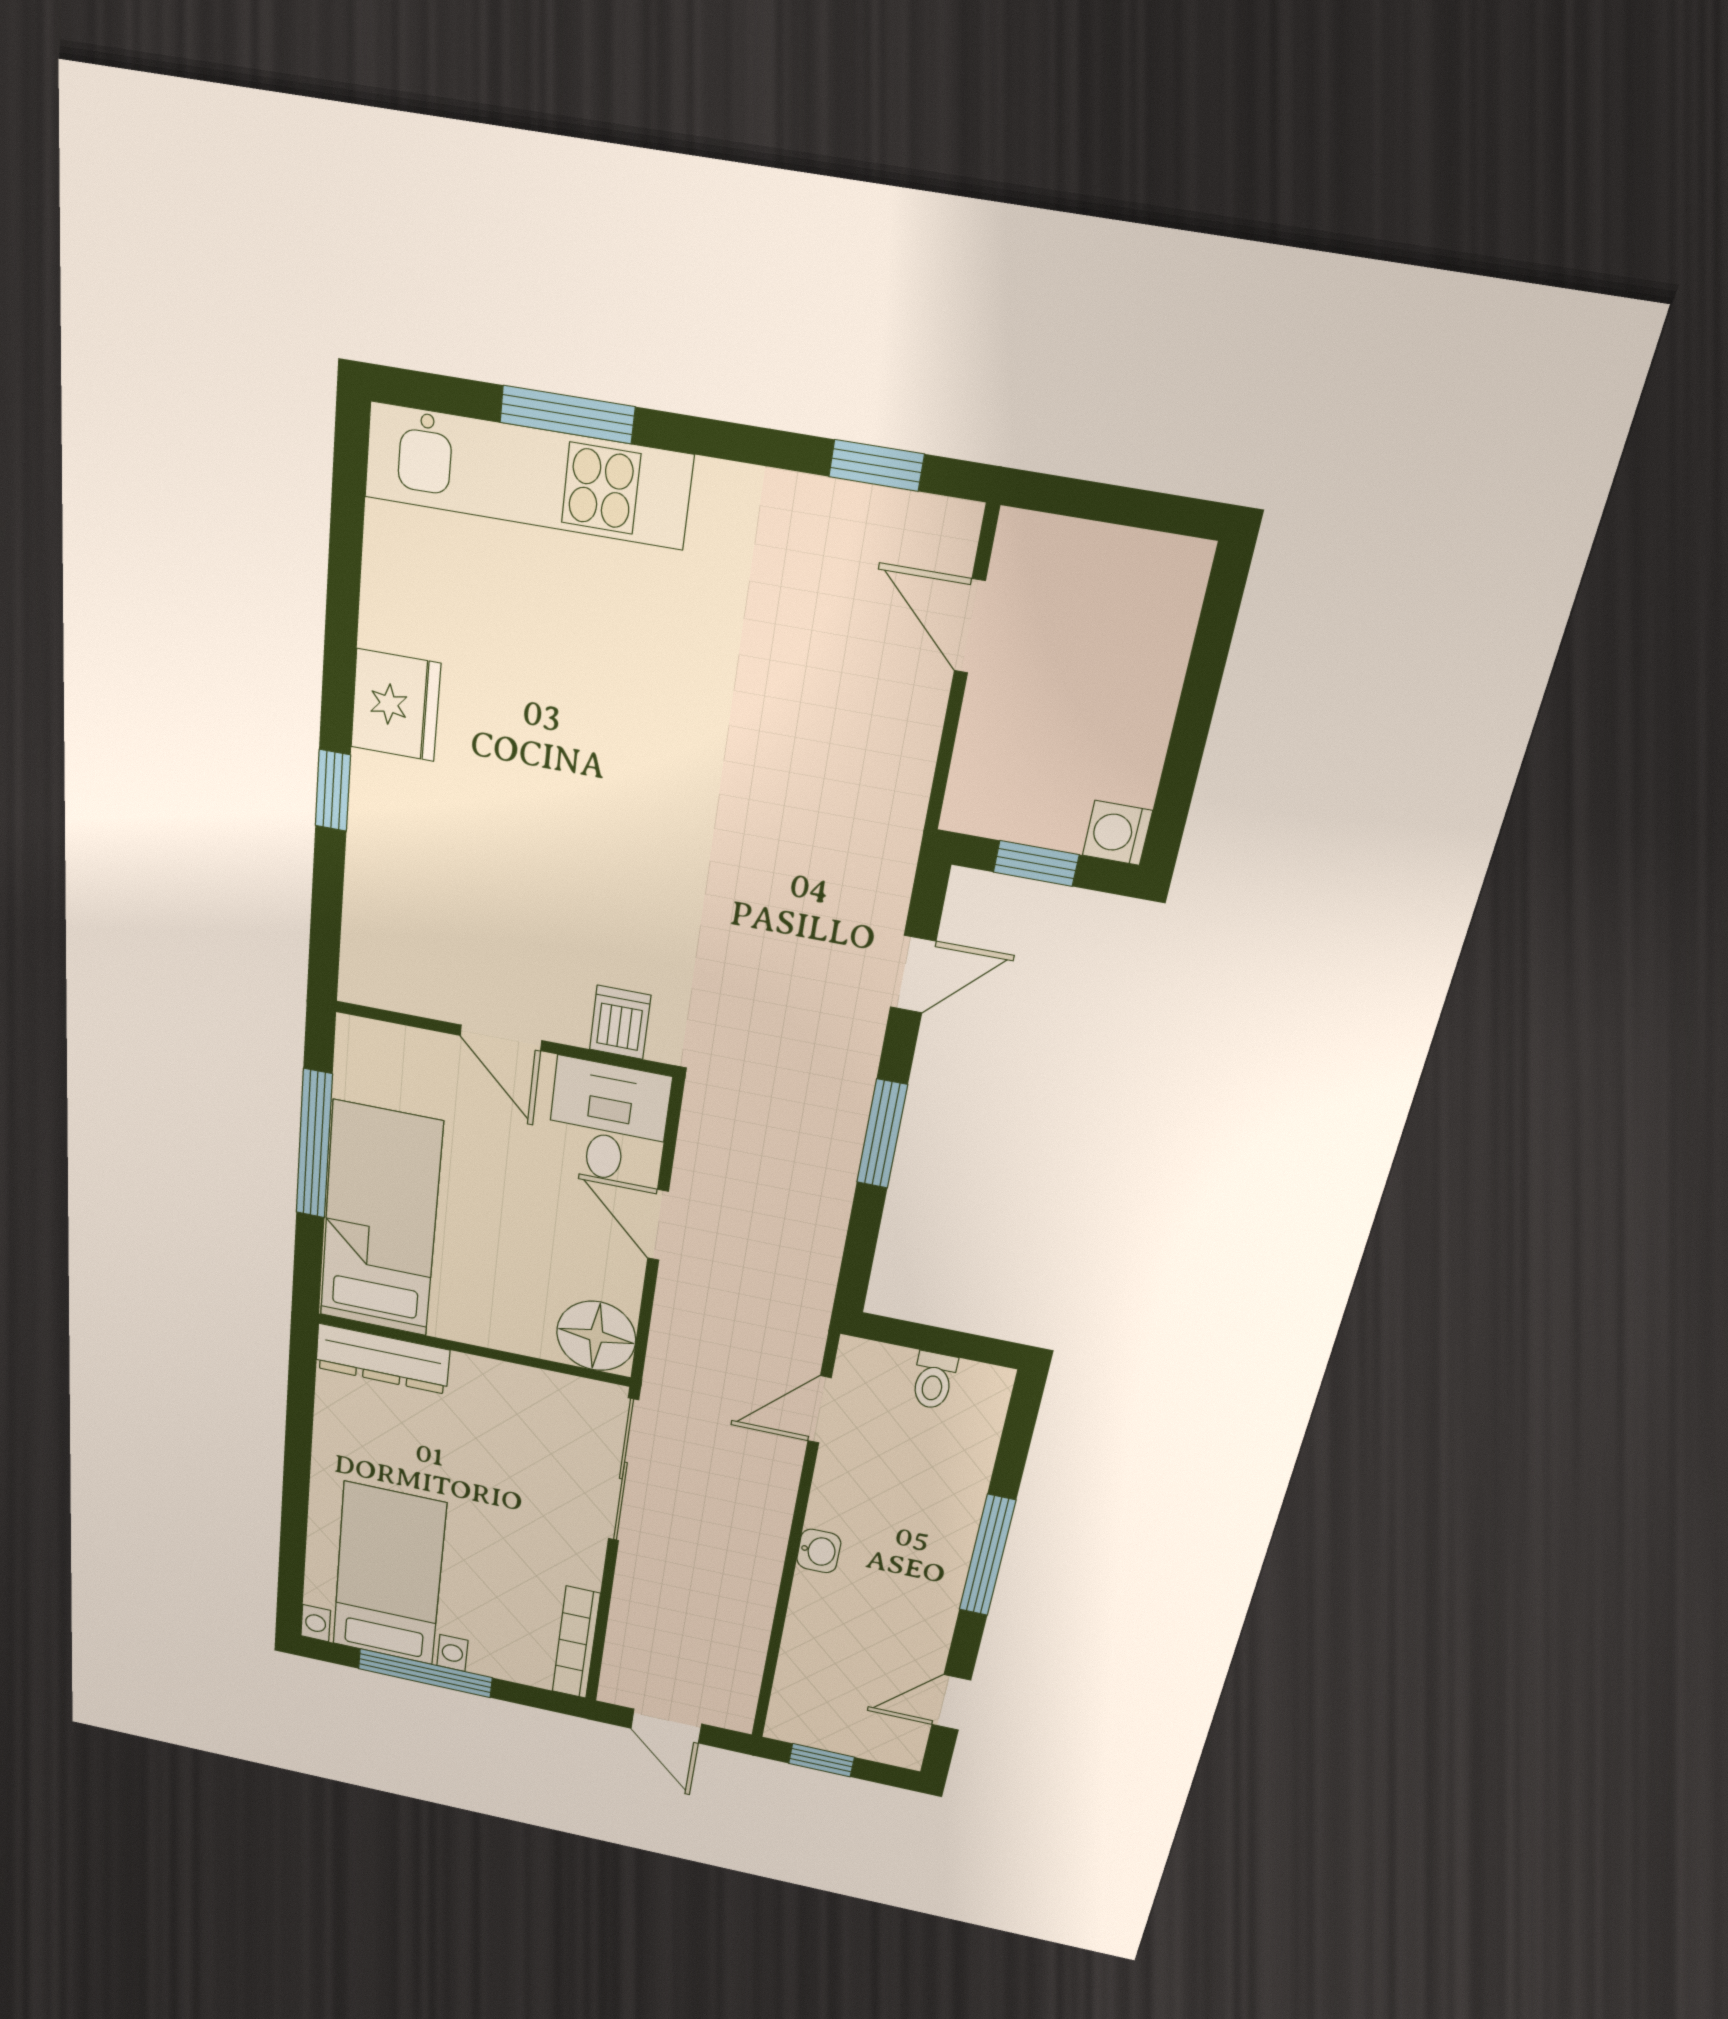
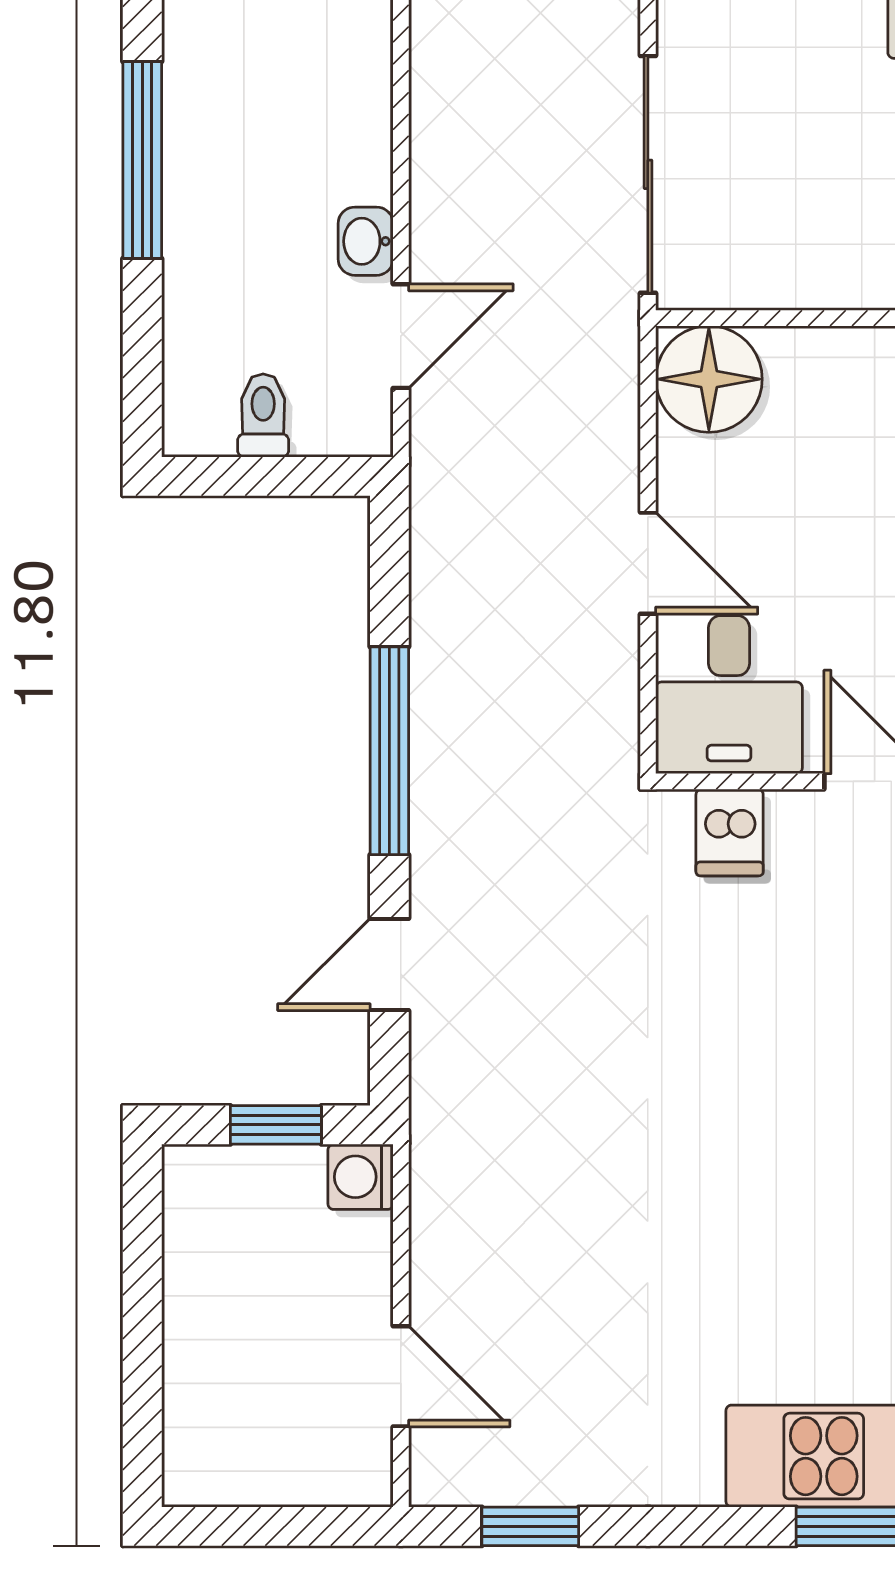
washing machine: (1117, 833) -> (361, 1177), moved, turned 180
window: (882, 1134) -> (389, 751), width x1.44
washbasin: (819, 1551) -> (366, 241), moved

